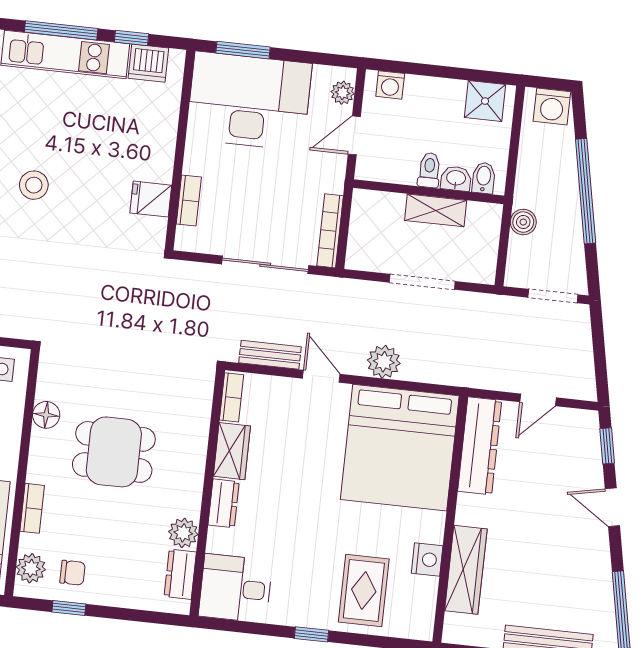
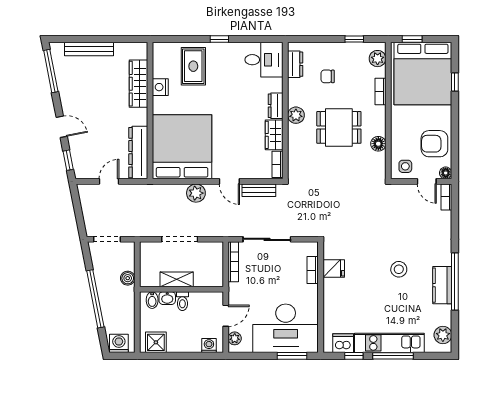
plant: (183, 533) -> (296, 115), moved
chair: (73, 573) -> (328, 76), moved

